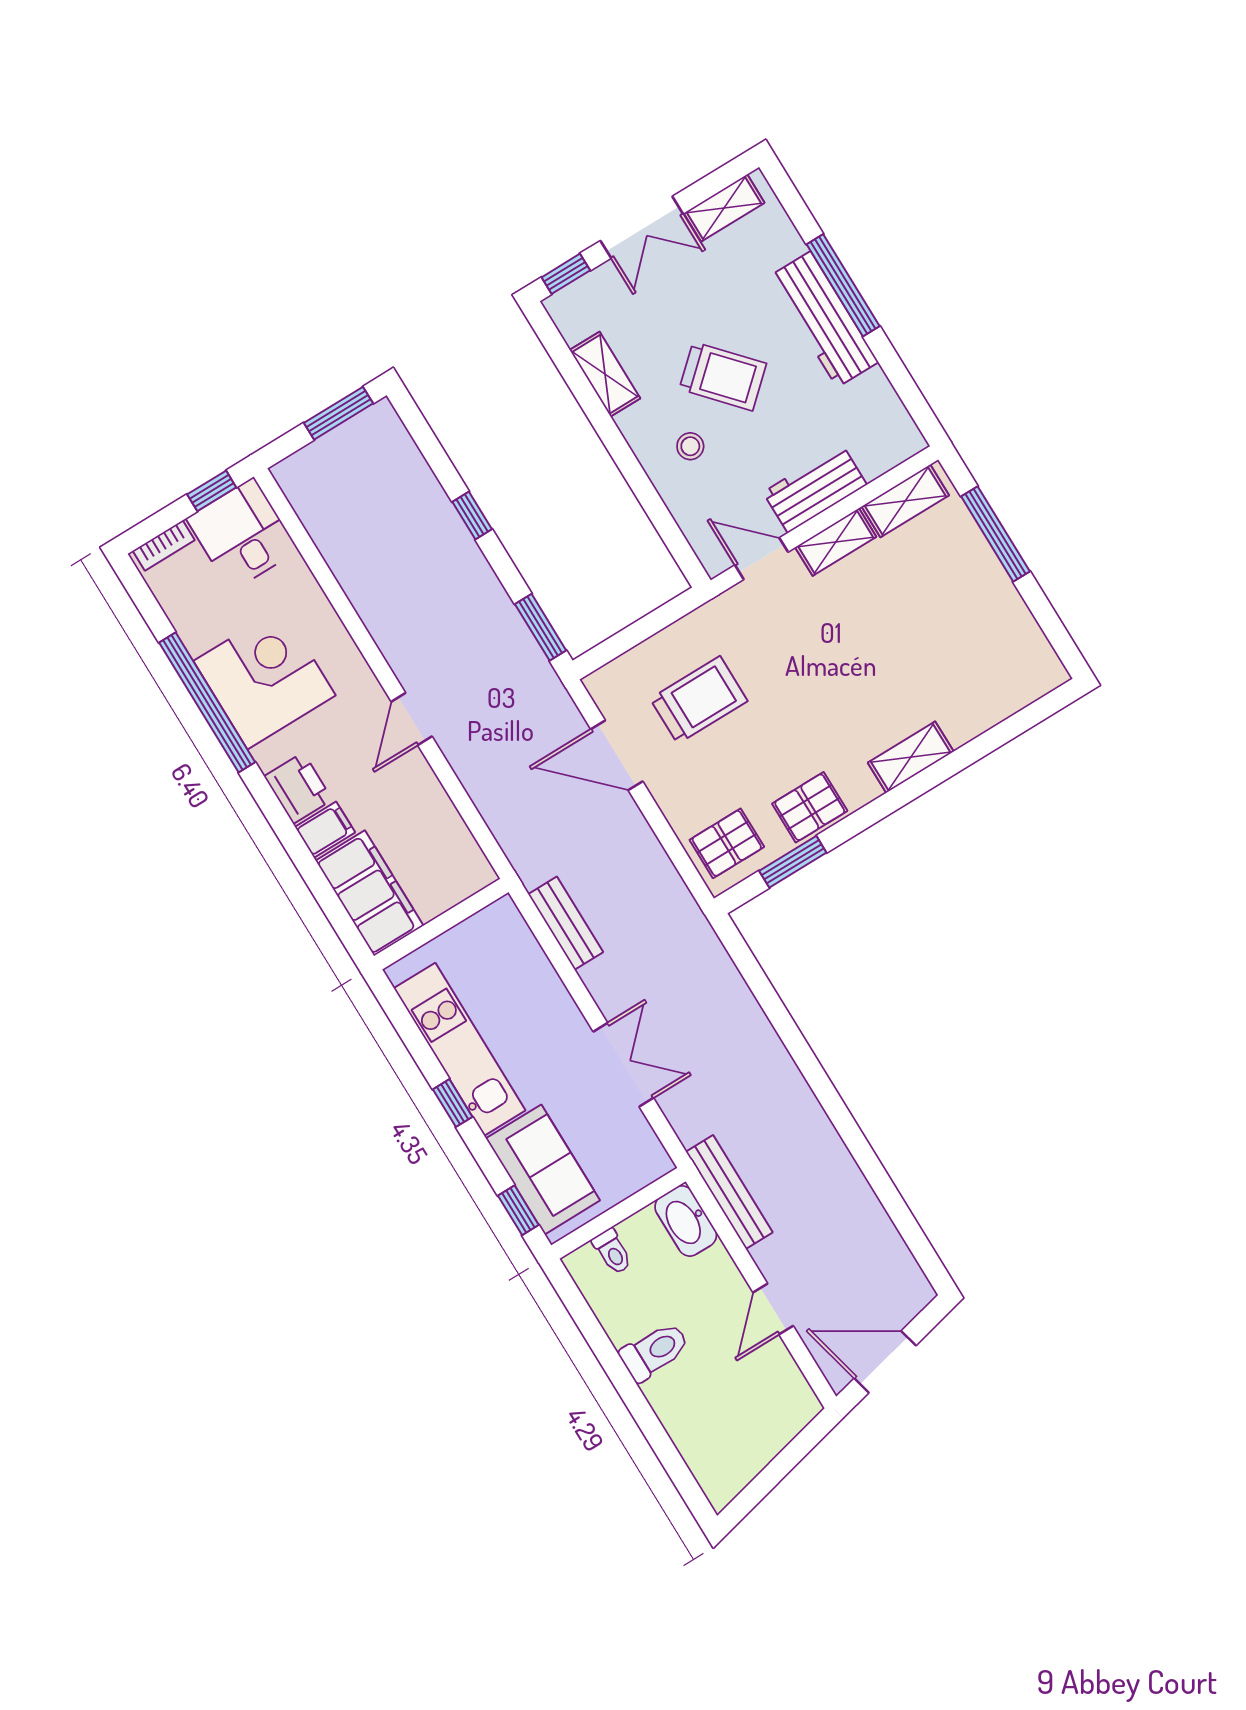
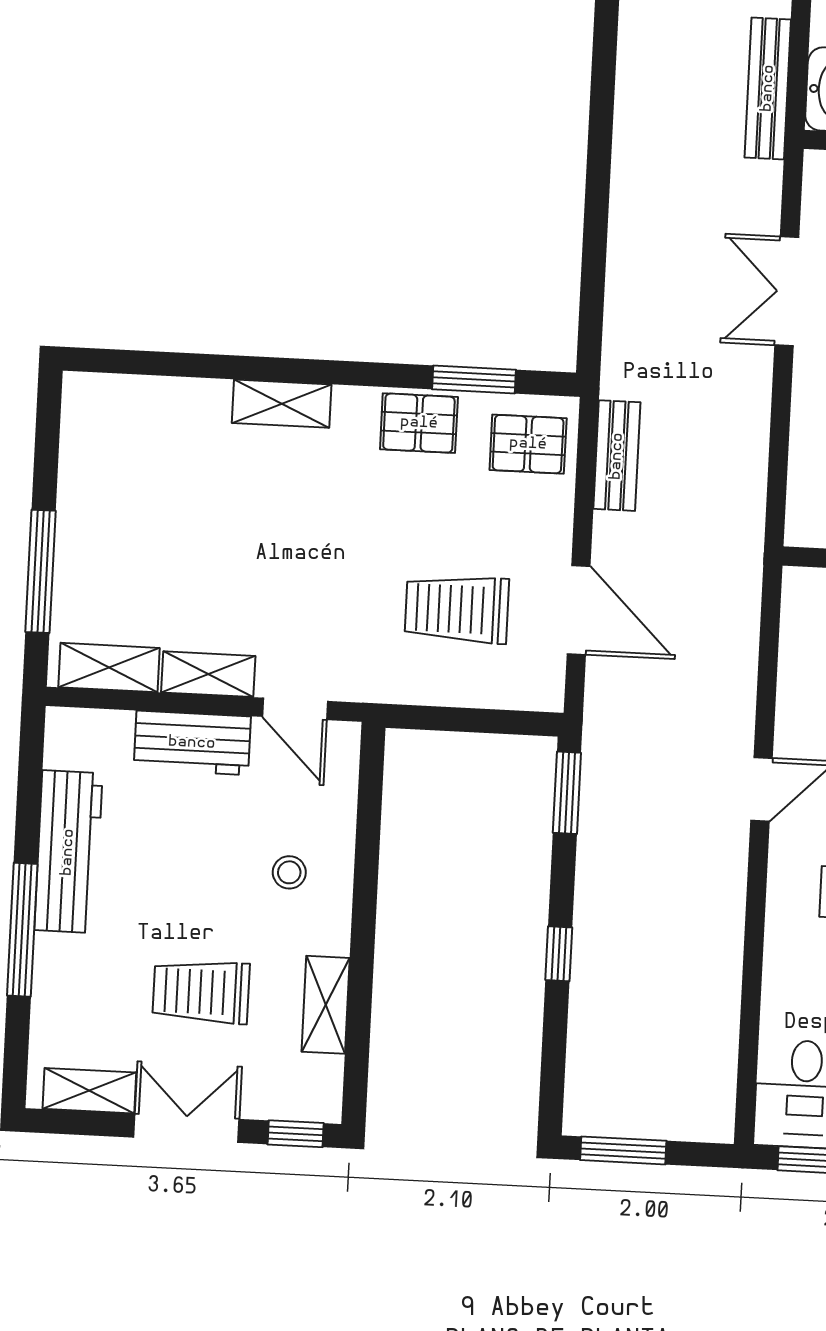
workbench: (824, 319) -> (68, 852), moved
trolley: (723, 376) -> (201, 992), moved, turned -48
bench: (566, 923) -> (617, 456), moved

